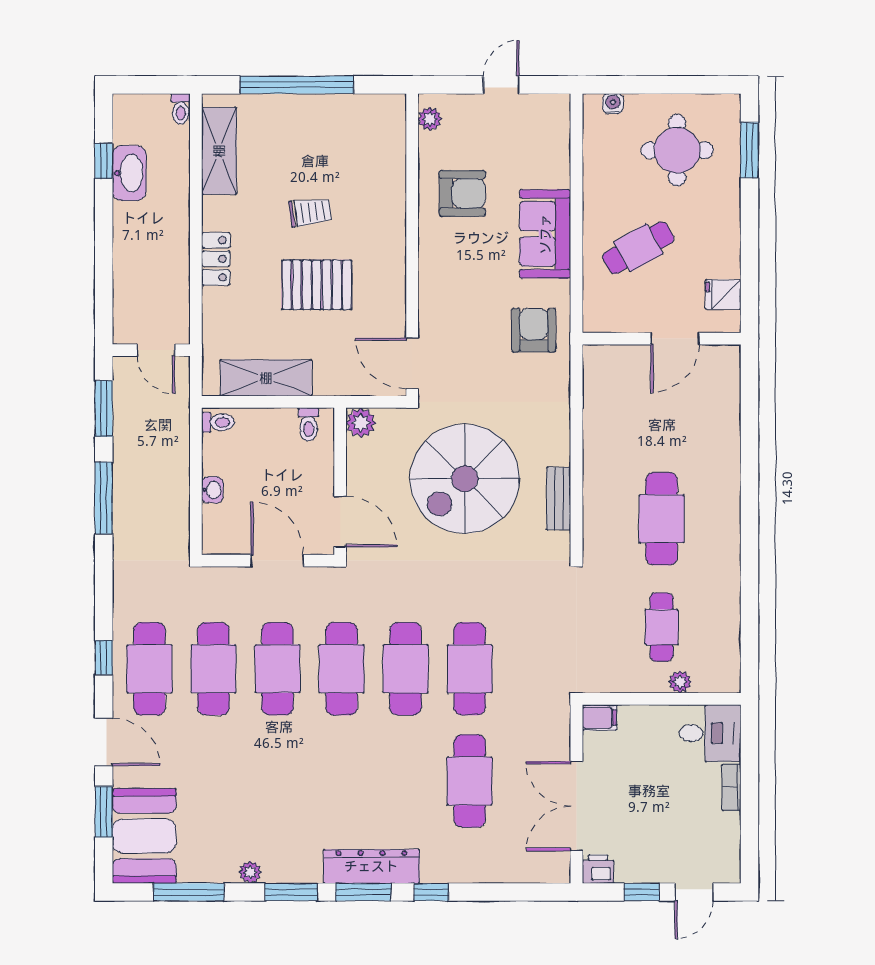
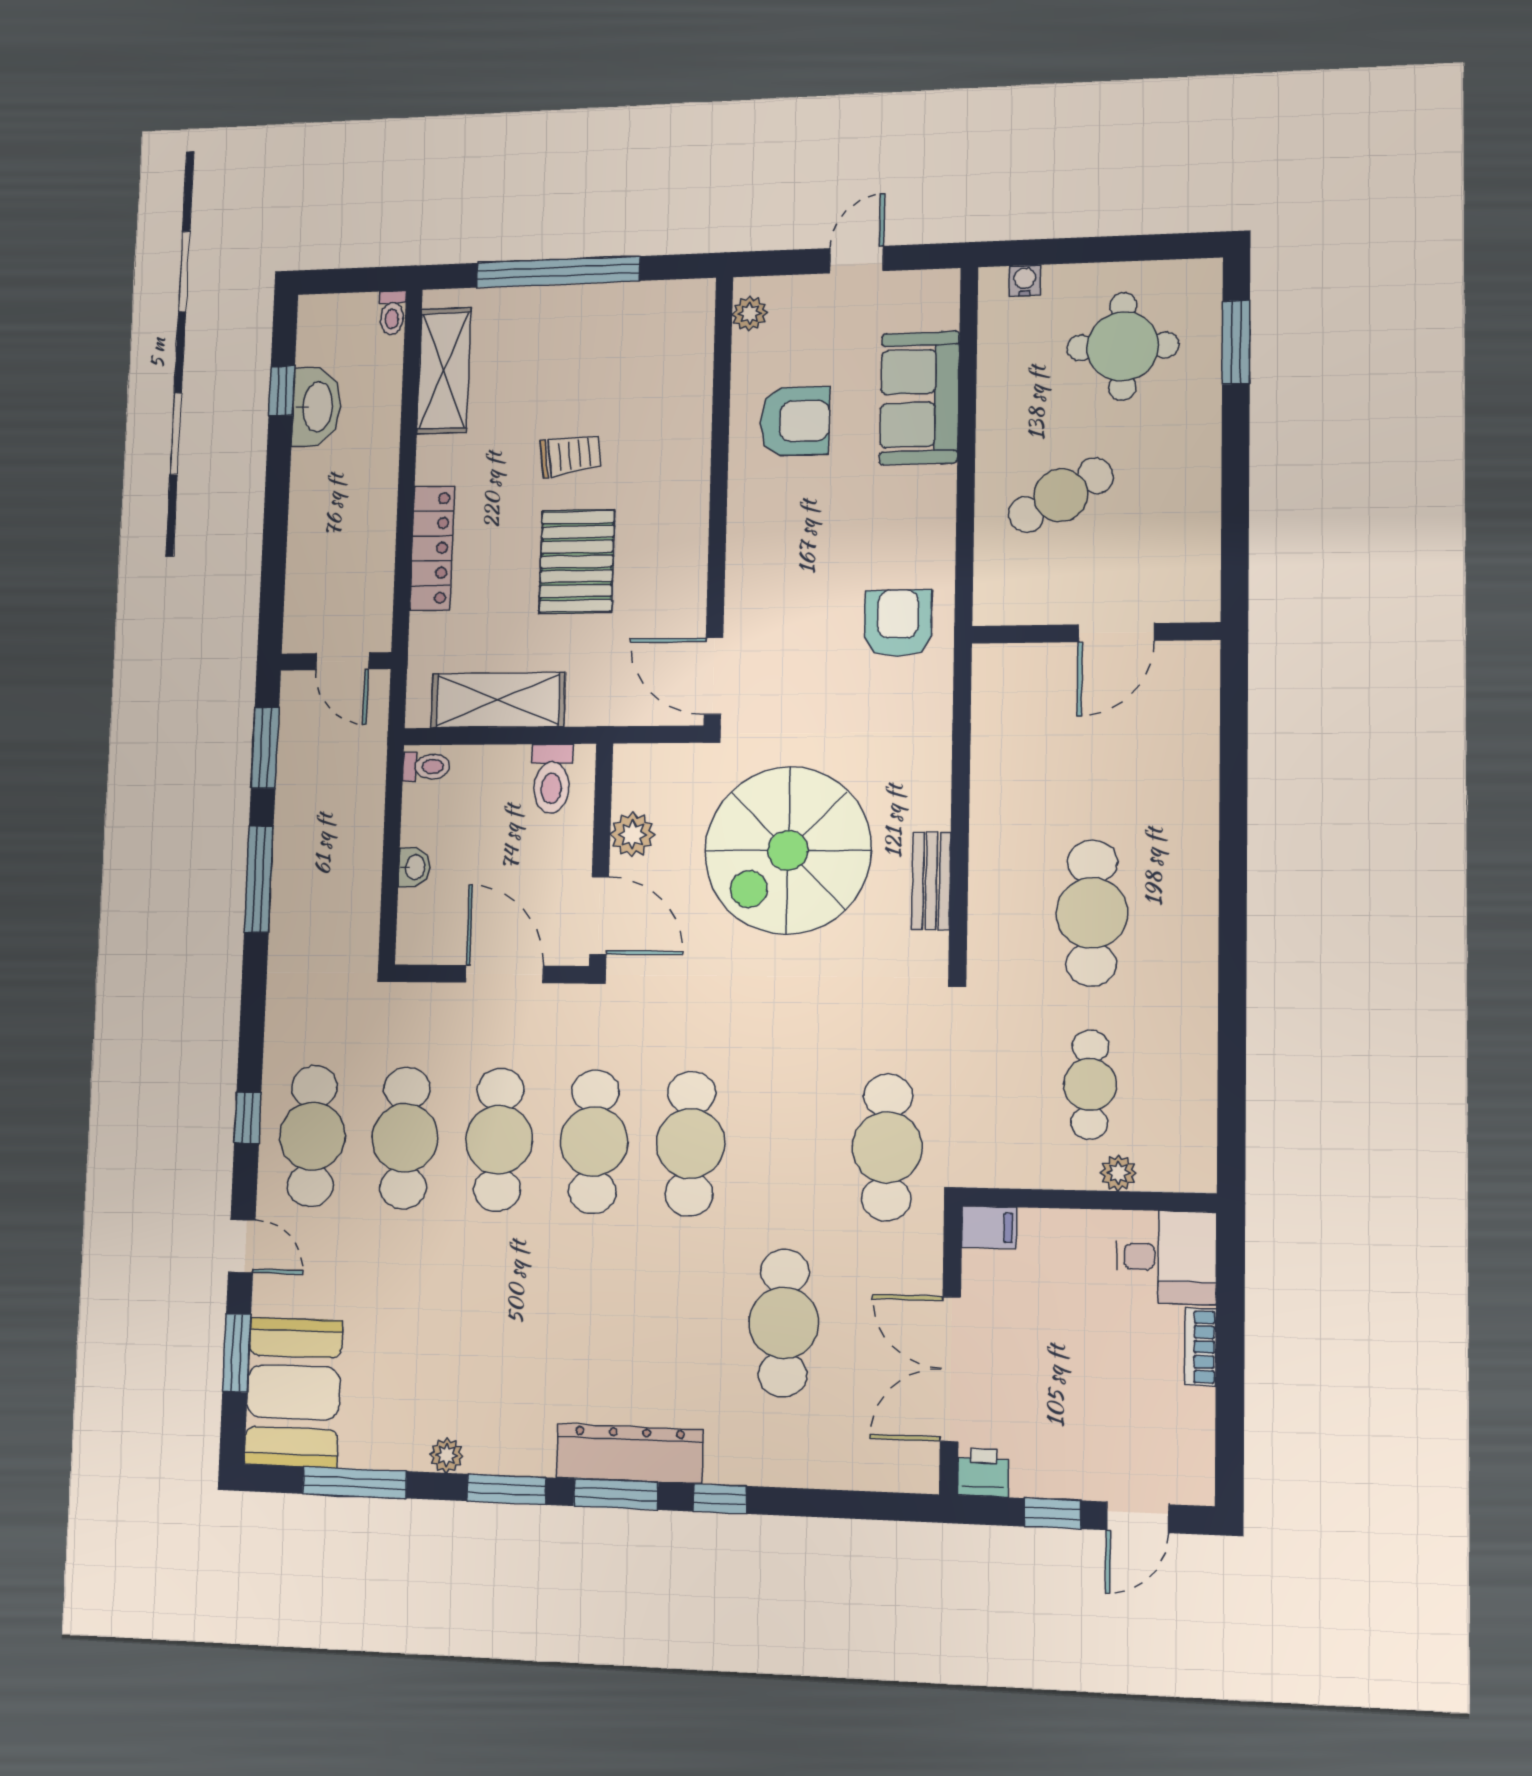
sofa: (545, 234) -> (920, 398), moved
locker: (216, 259) -> (432, 548), width x1.53
pallet: (317, 285) -> (577, 562), turned 90
fridge: (723, 295) -> (1193, 564), removed
plant: (361, 423) -> (632, 835), moved
toilet: (309, 424) -> (552, 779), width x1.37, depth x1.39
cafe table: (470, 669) -> (887, 1147), moved
door: (104, 742) -> (242, 1246), width x0.73

